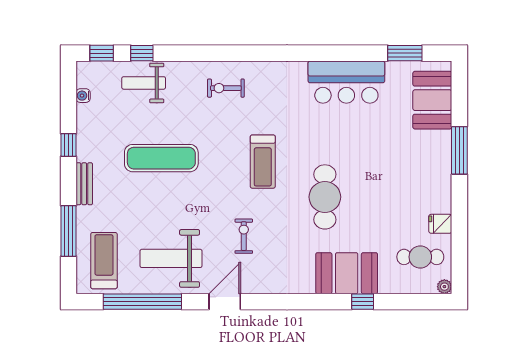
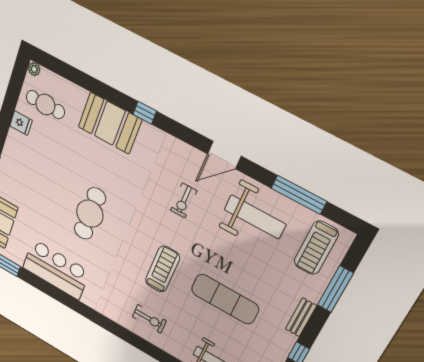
treadmill: (263, 162) -> (163, 269), moved
cafe table: (325, 197) -> (90, 214), moved
window: (142, 302) -> (299, 195), width x0.68
window: (363, 302) -> (145, 113), moved

